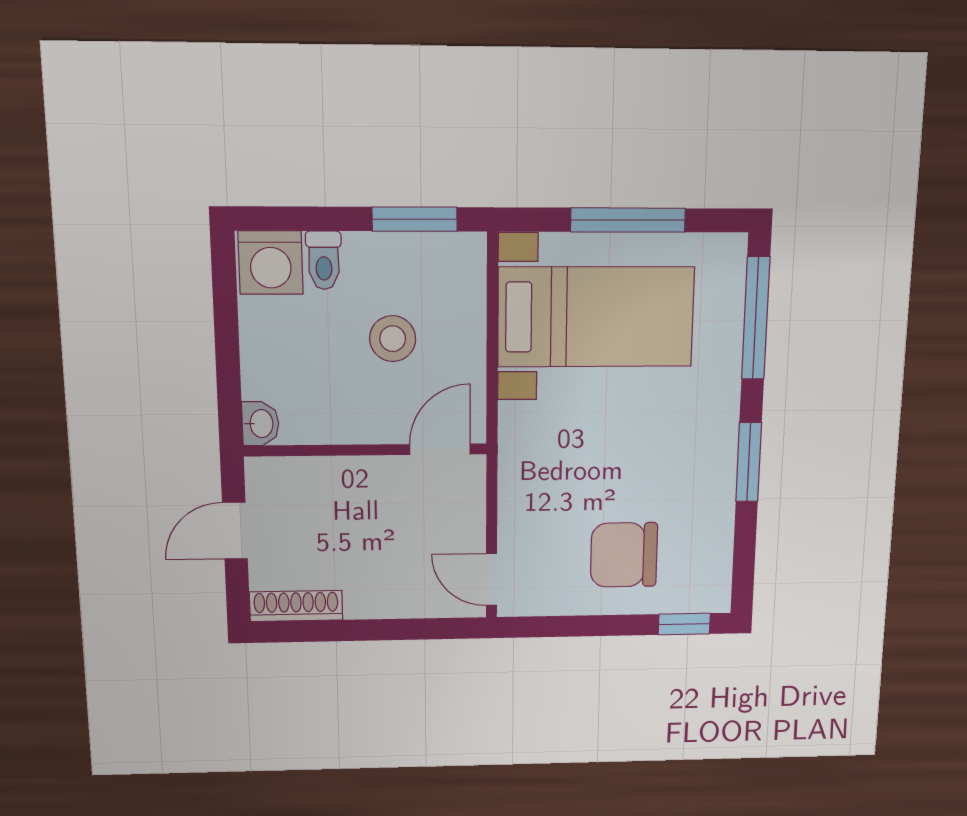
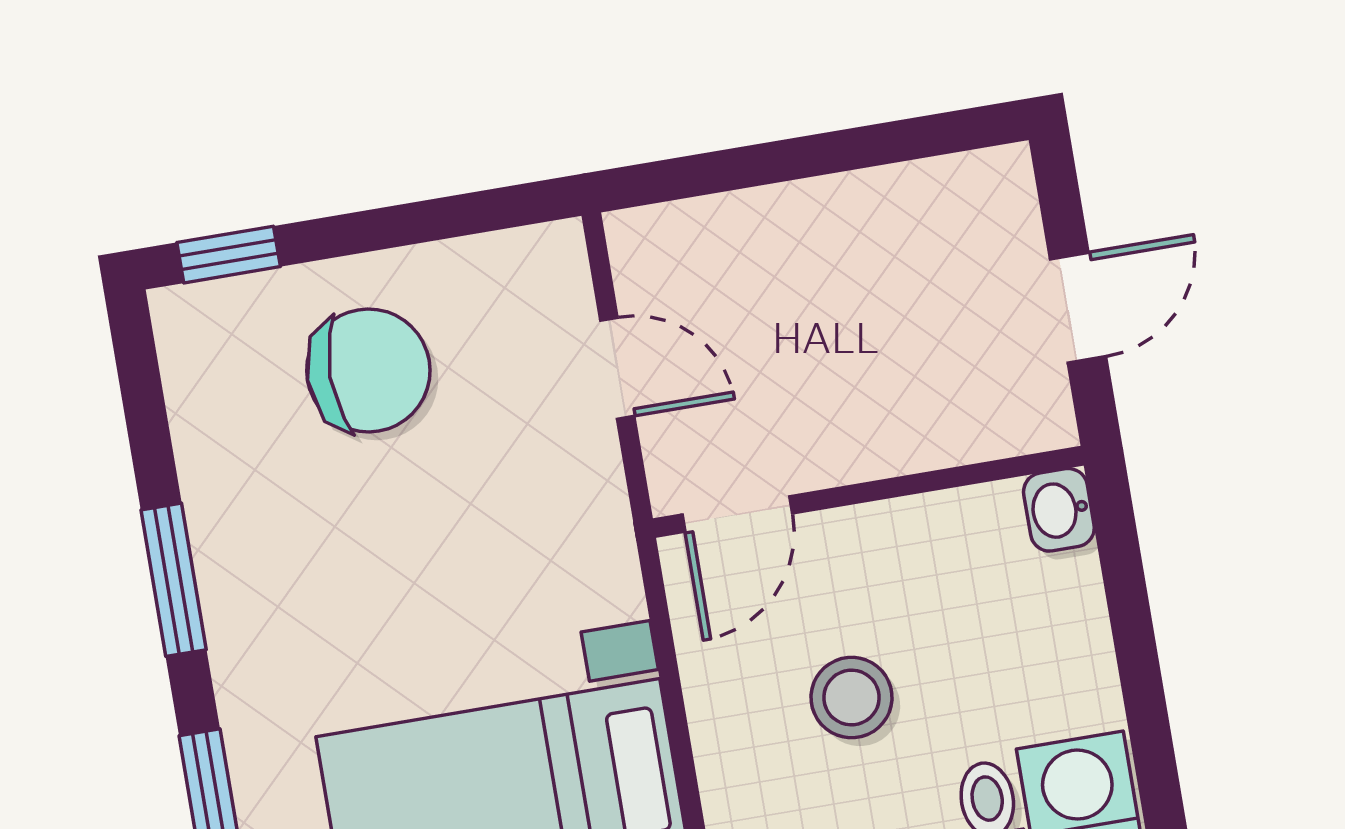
door: (492, 580) -> (617, 368), moved
shoe rack: (296, 606) -> (951, 182), removed

